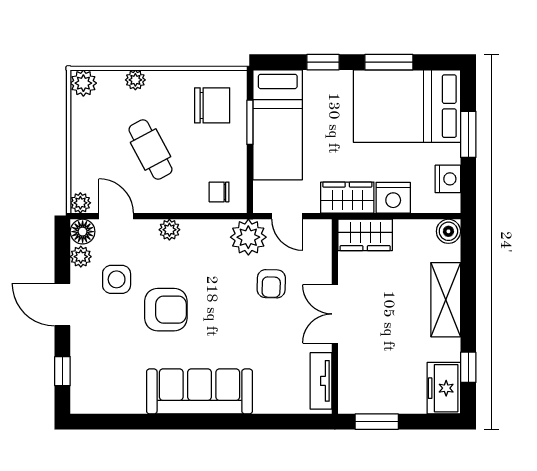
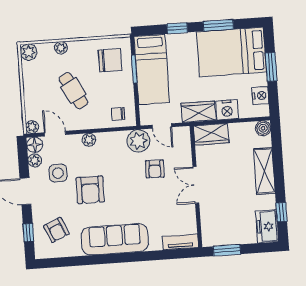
armchair: (166, 310) -> (90, 190), turned 90
armchair: (107, 370) -> (56, 230), added
tv unit: (321, 381) -> (180, 242), moved, turned 90

